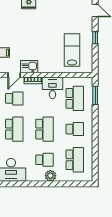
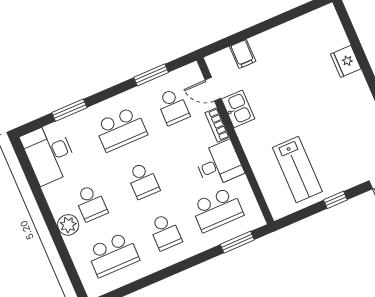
lab bench: (72, 50) -> (297, 169), turned 90
school desk: (44, 129) -> (143, 181), width x0.54

